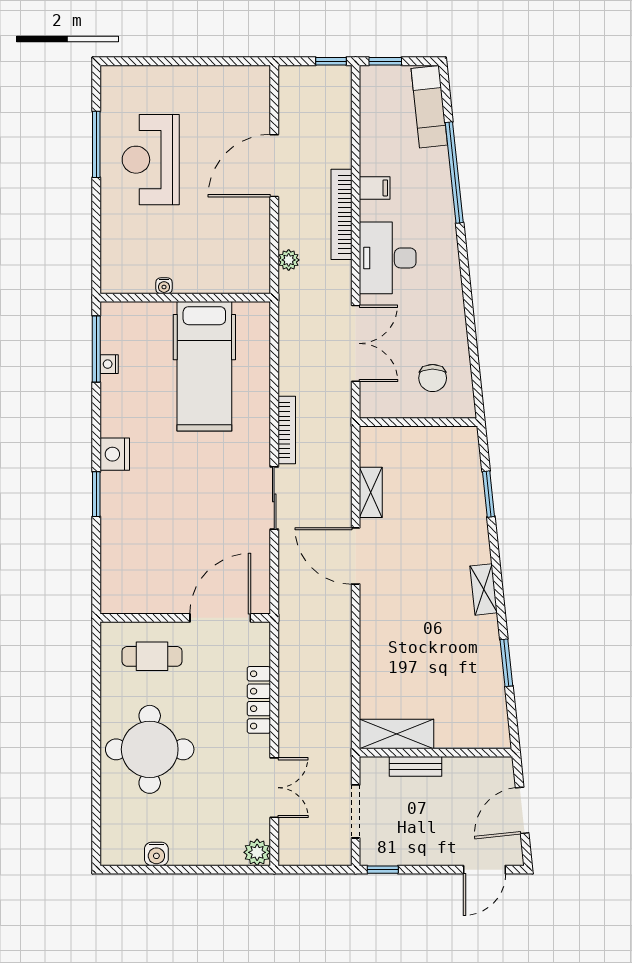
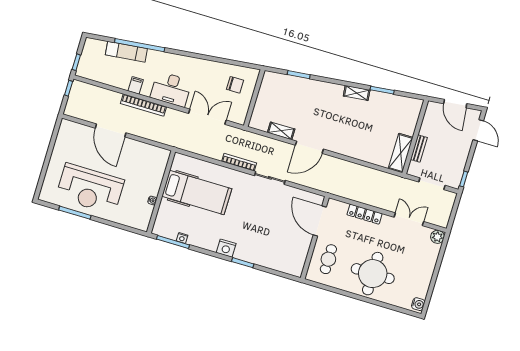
exam couch: (429, 107) -> (126, 52), moved
reception desk: (151, 160) -> (90, 189), width x1.36, depth x1.30
plant: (289, 260) -> (158, 137), removed
shelving: (484, 589) -> (357, 93), moved
water cooler: (156, 854) -> (418, 304), moved

